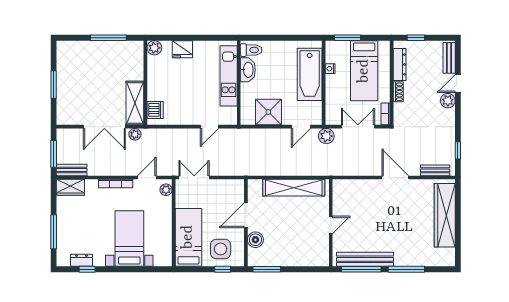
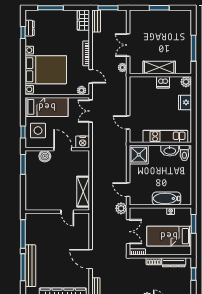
bathtub: (310, 74) -> (167, 198), width x0.73, depth x0.73
shelving: (135, 103) -> (159, 68), moved
dishwasher: (155, 110) -> (163, 82), moved
shower: (268, 112) -> (139, 155), moved
double door: (104, 127) -> (128, 45), width x0.73
double door: (194, 178) -> (91, 111), swing flipped
door: (395, 178) -> (91, 259), swing flipped
nightstand: (236, 188) -> (83, 142), added
shelving: (294, 188) -> (83, 192), width x0.68
door: (331, 225) -> (67, 212), moved
bed with nightstands: (129, 238) -> (46, 70), width x1.36
bench: (365, 259) -> (30, 266), moved

